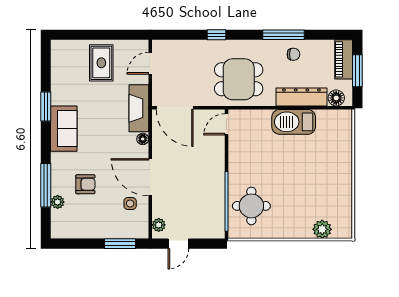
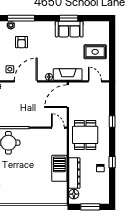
window: (283, 35) -> (112, 162), width x0.46
piano: (344, 59) -> (97, 199), removed
sofa: (64, 129) -> (69, 29), moved

